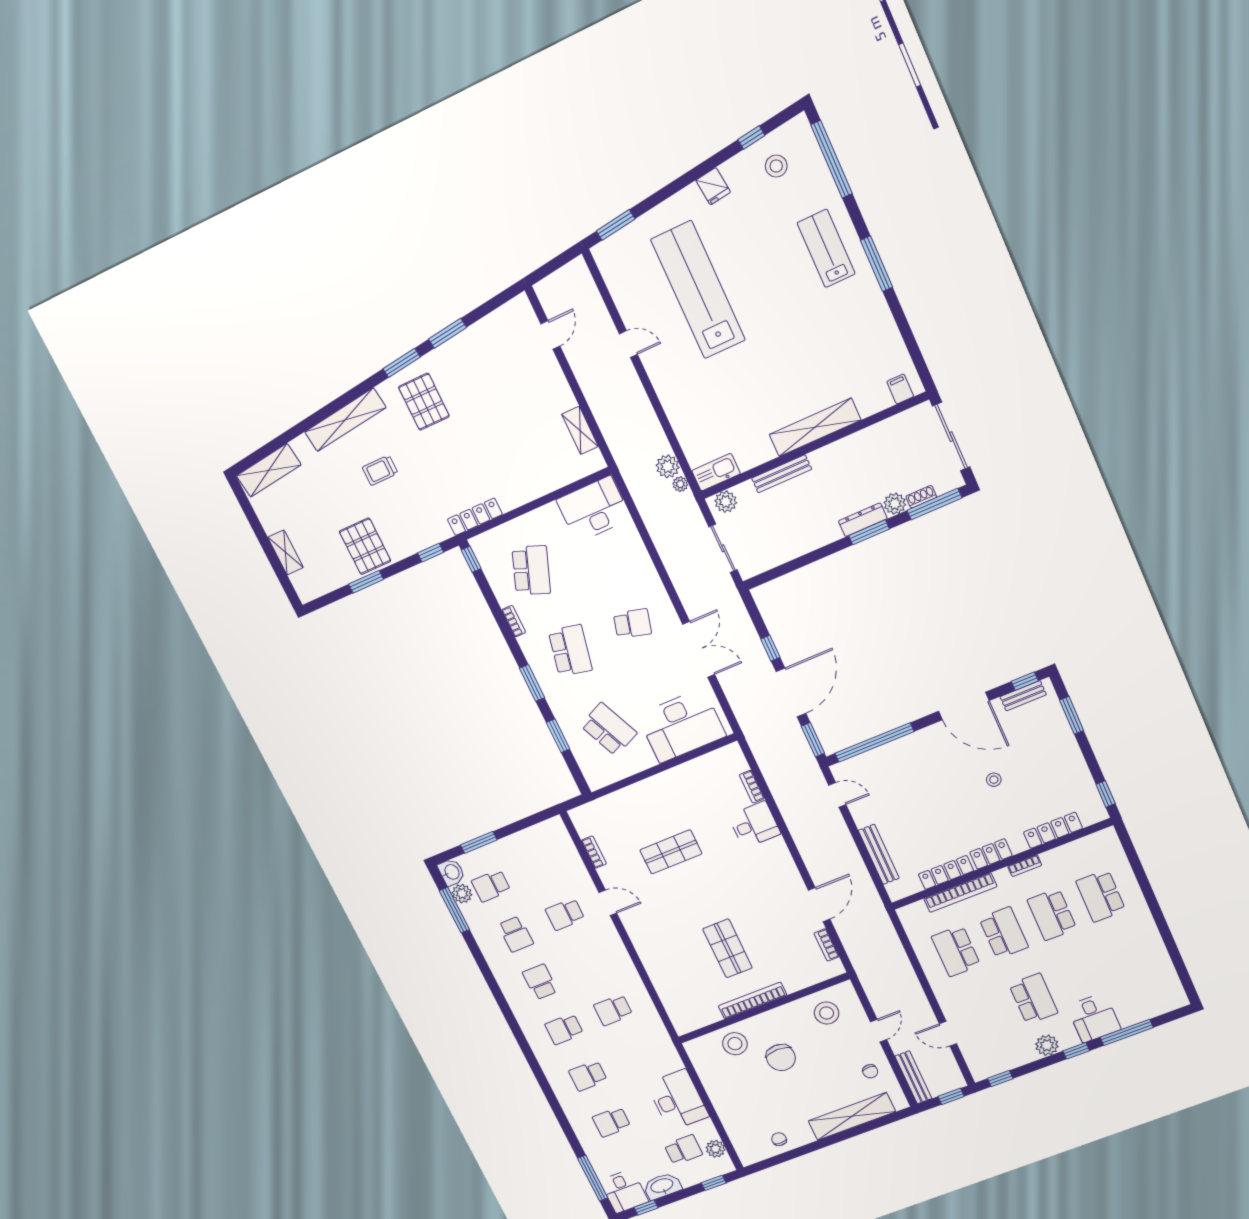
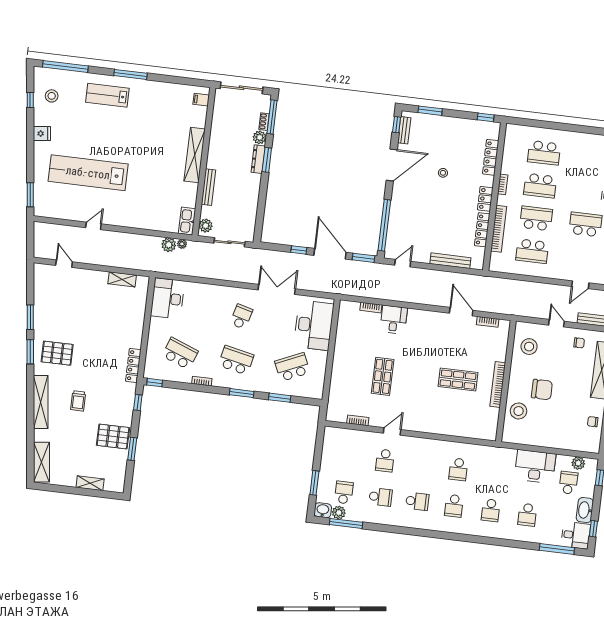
school desk: (491, 886) -> (344, 493), turned 180
school desk: (540, 982) -> (417, 501), turned 180

